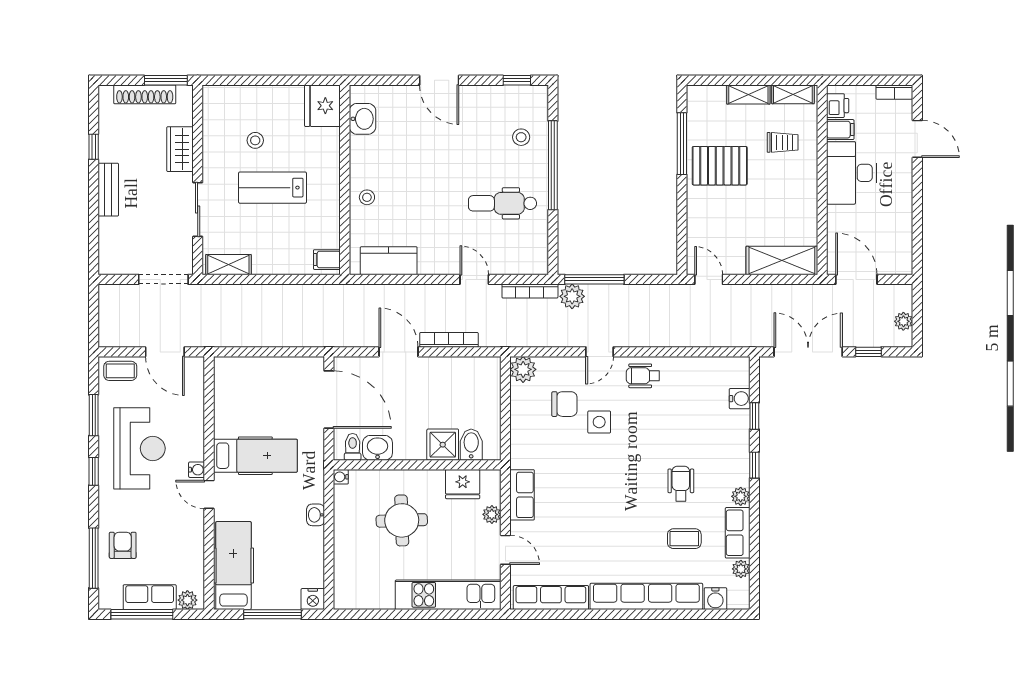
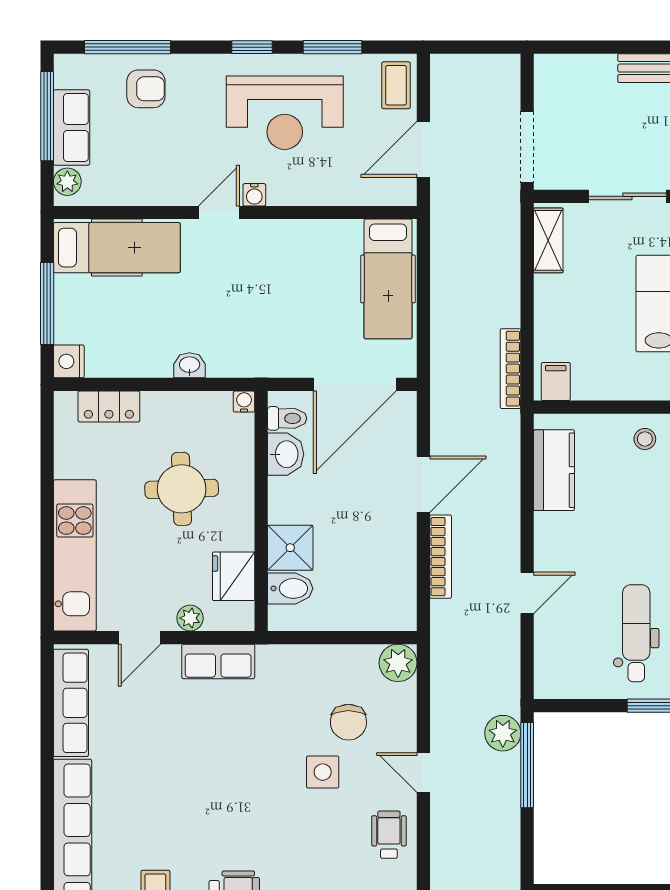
bookcase: (530, 291) -> (510, 369), moved
hospital bed: (255, 456) -> (388, 279), moved
locker: (344, 571) -> (109, 406), added

